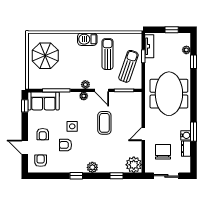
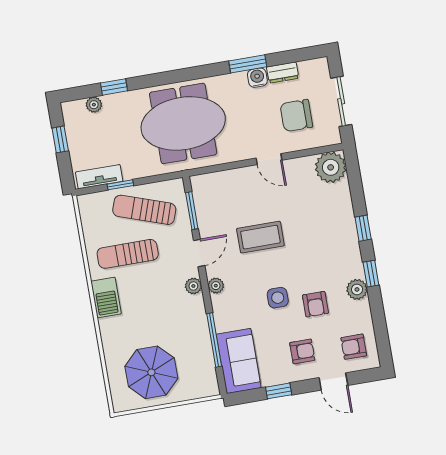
window: (25, 106) -> (279, 391), moved
door: (25, 147) -> (333, 382), hinge flipped
plant: (92, 167) -> (357, 289), moved
window: (116, 176) -> (363, 228), moved

